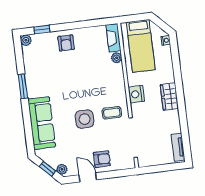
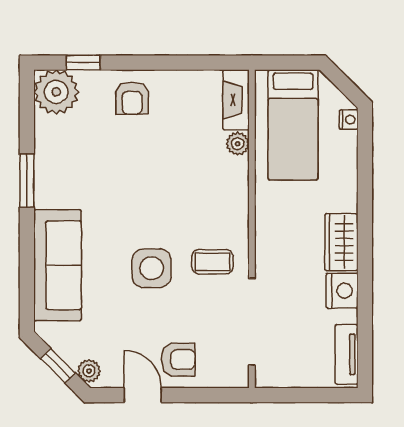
plant: (26, 40) -> (56, 92), width x1.88, depth x1.88
nightstand: (136, 94) -> (342, 291), moved, turned 180

